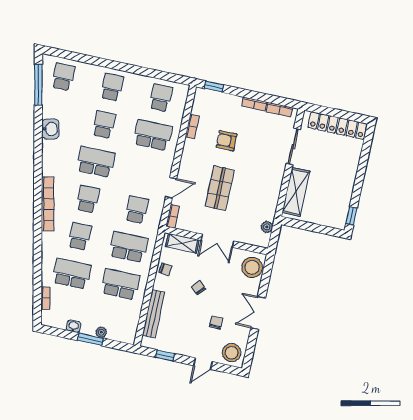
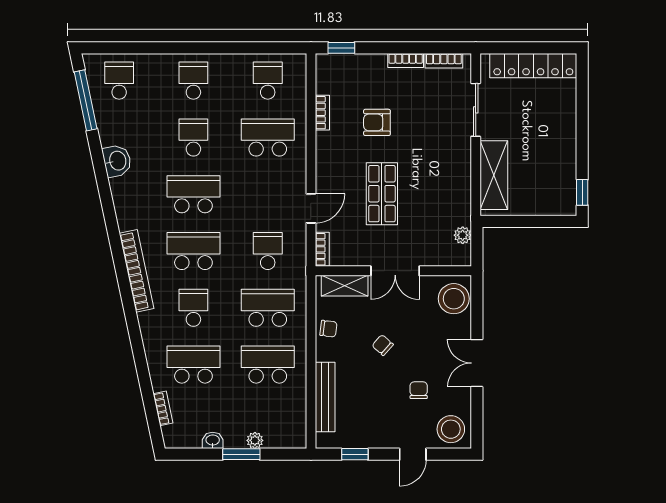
school desk: (88, 199) -> (193, 251), width x1.85

